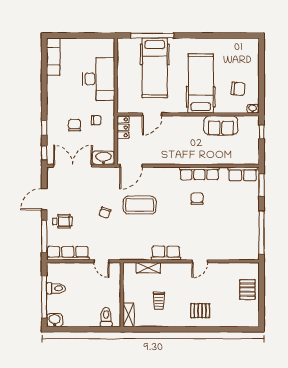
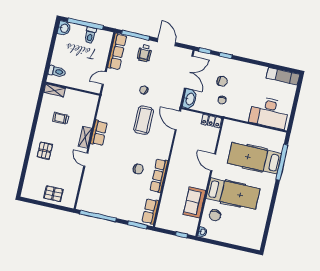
desk: (99, 79) -> (269, 113), moved
chair: (238, 89) -> (215, 215), moved
door: (152, 114) -> (213, 162), moved
shelving: (148, 268) -> (85, 137), moved

